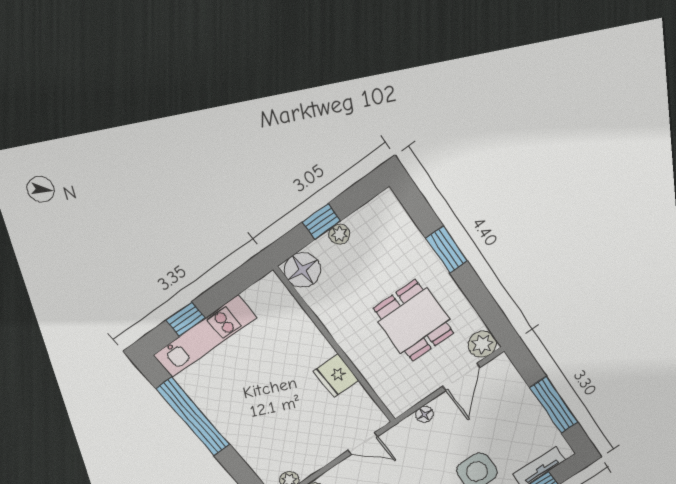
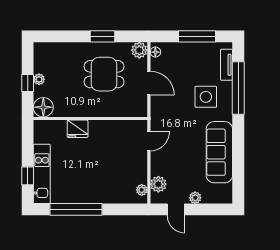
window: (447, 250) -> (102, 36), moved
fridge: (336, 376) -> (78, 129), moved
door: (461, 377) -> (149, 83), moved
floor lamp: (424, 414) -> (155, 52), moved

